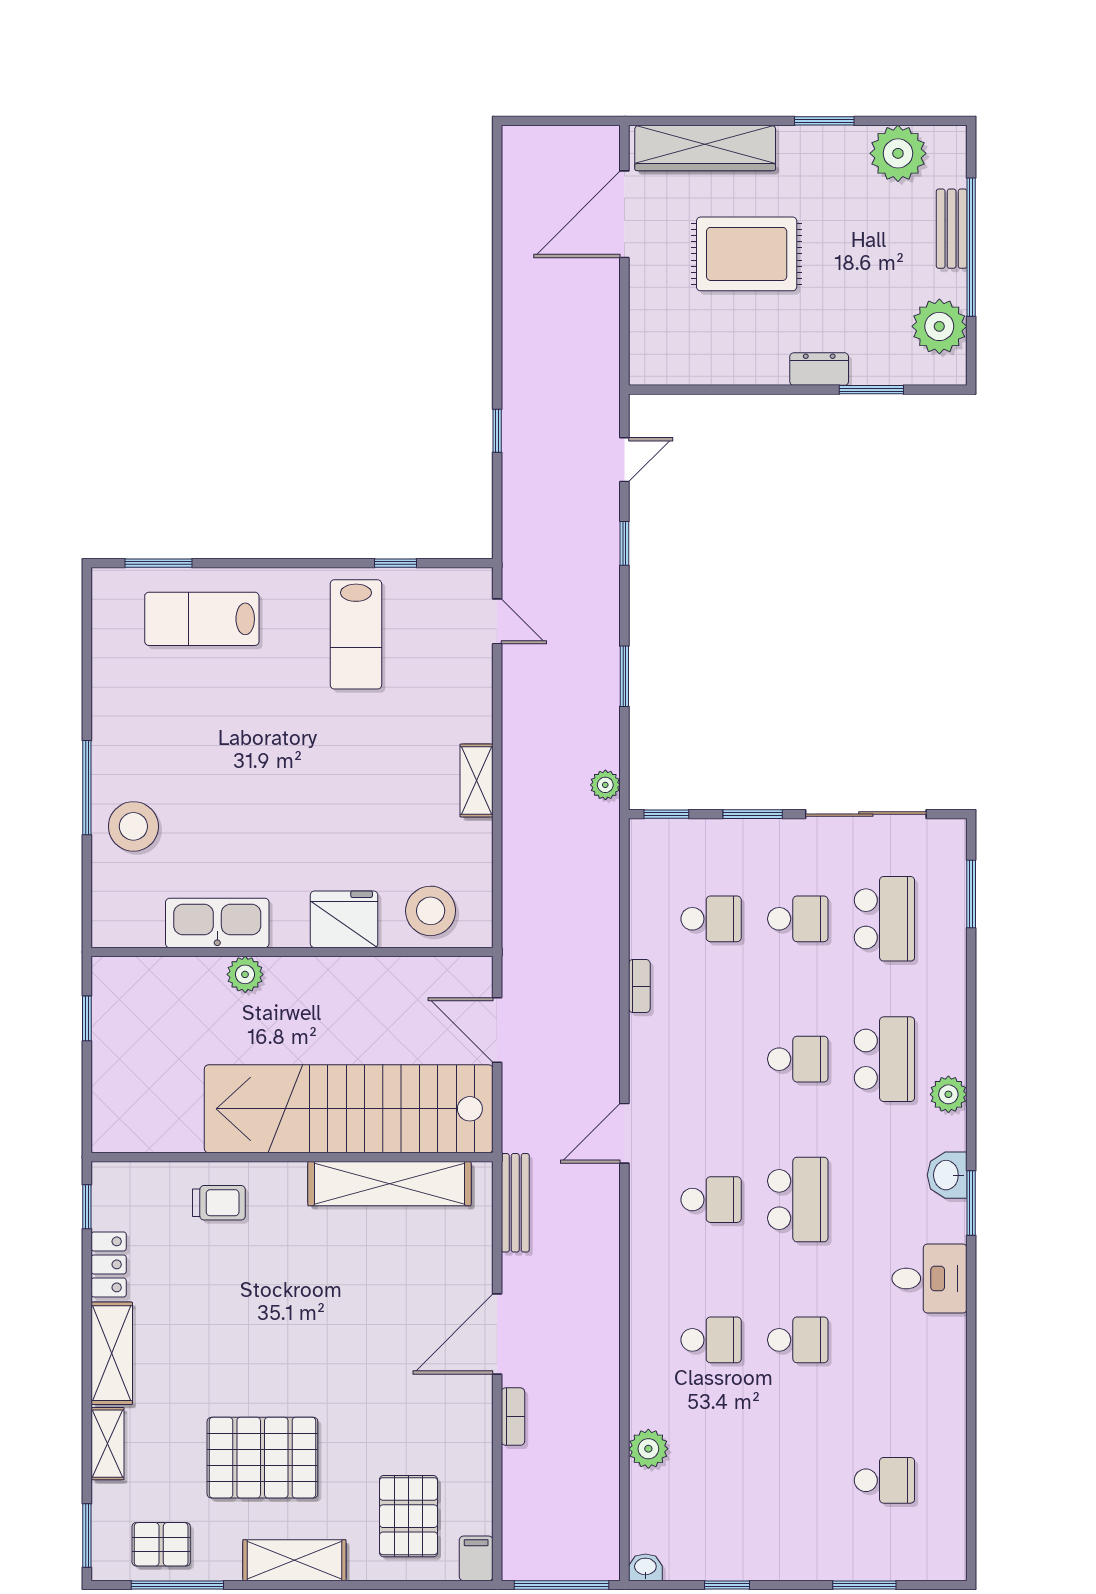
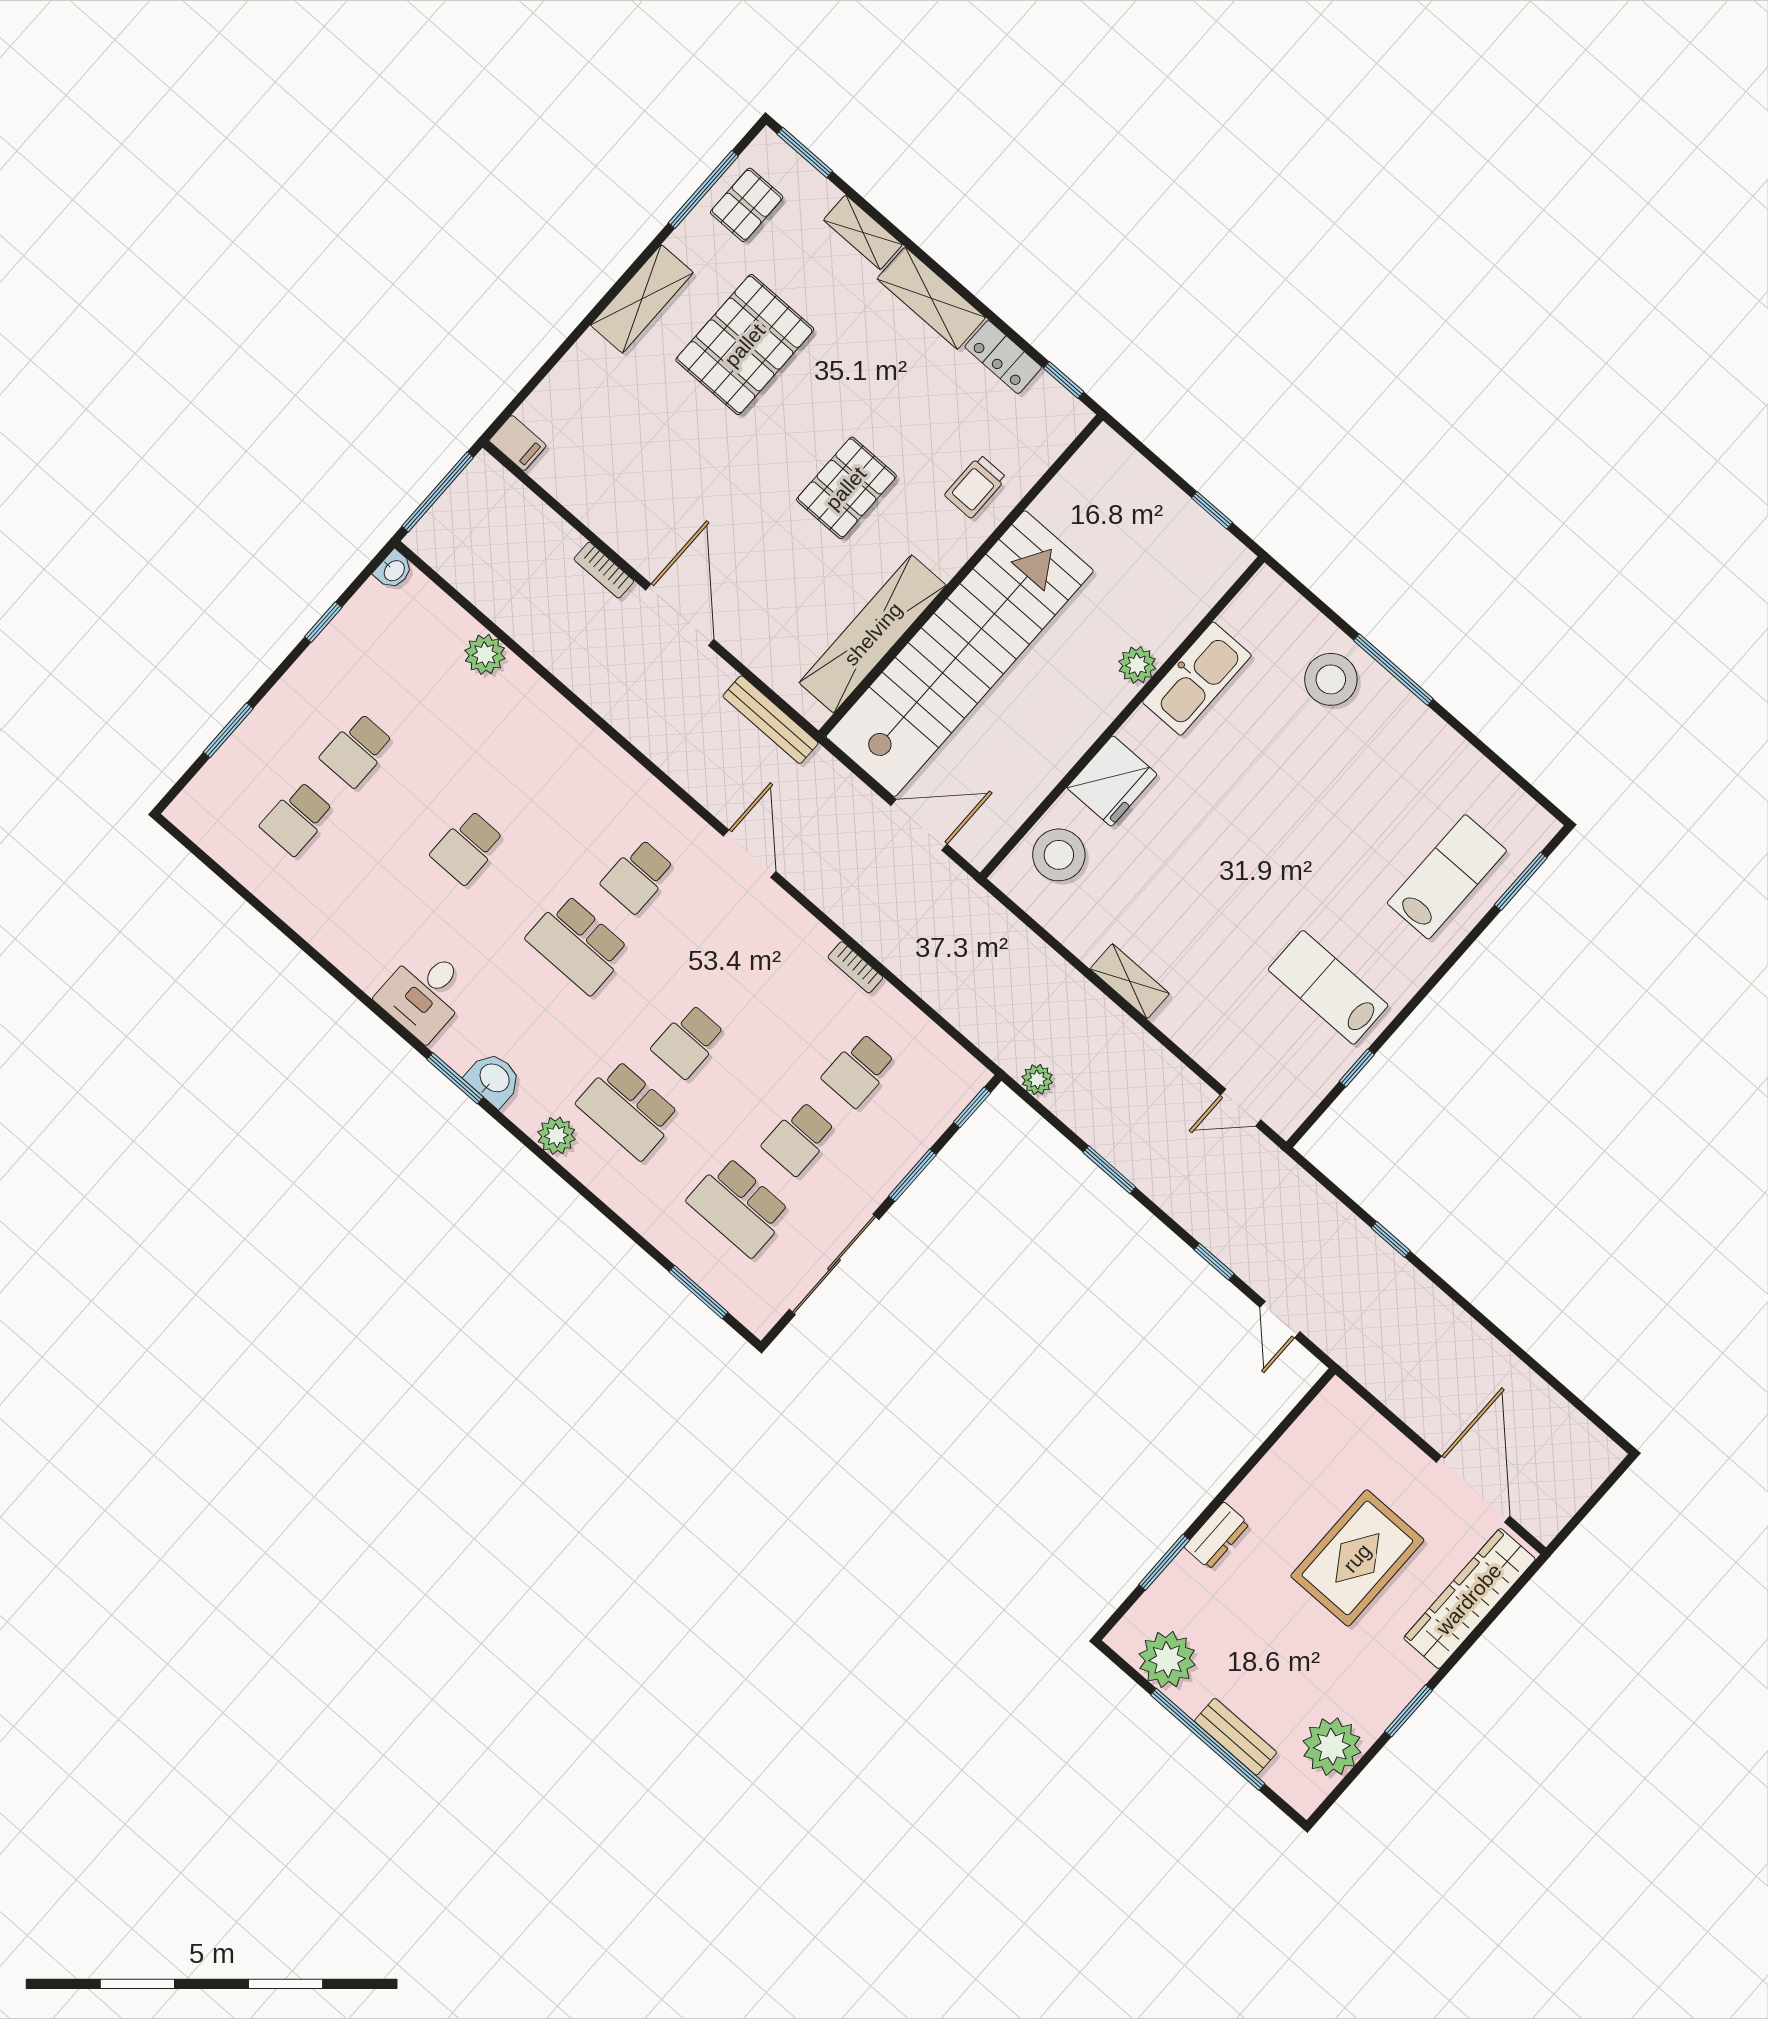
school desk: (711, 1340) -> (357, 750), moved
pallet: (409, 1516) -> (846, 488), moved, turned 90

